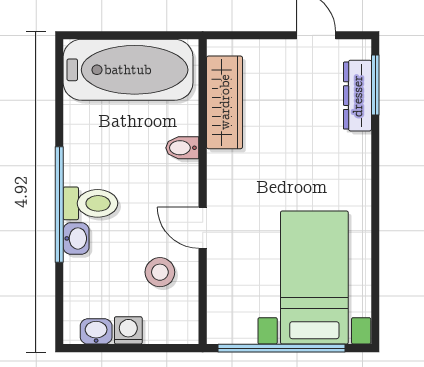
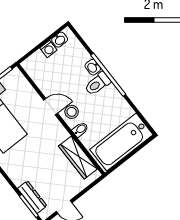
stool: (160, 272) -> (72, 112), moved

